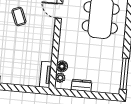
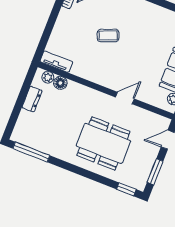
coffee table: (19, 16) -> (108, 35), moved

